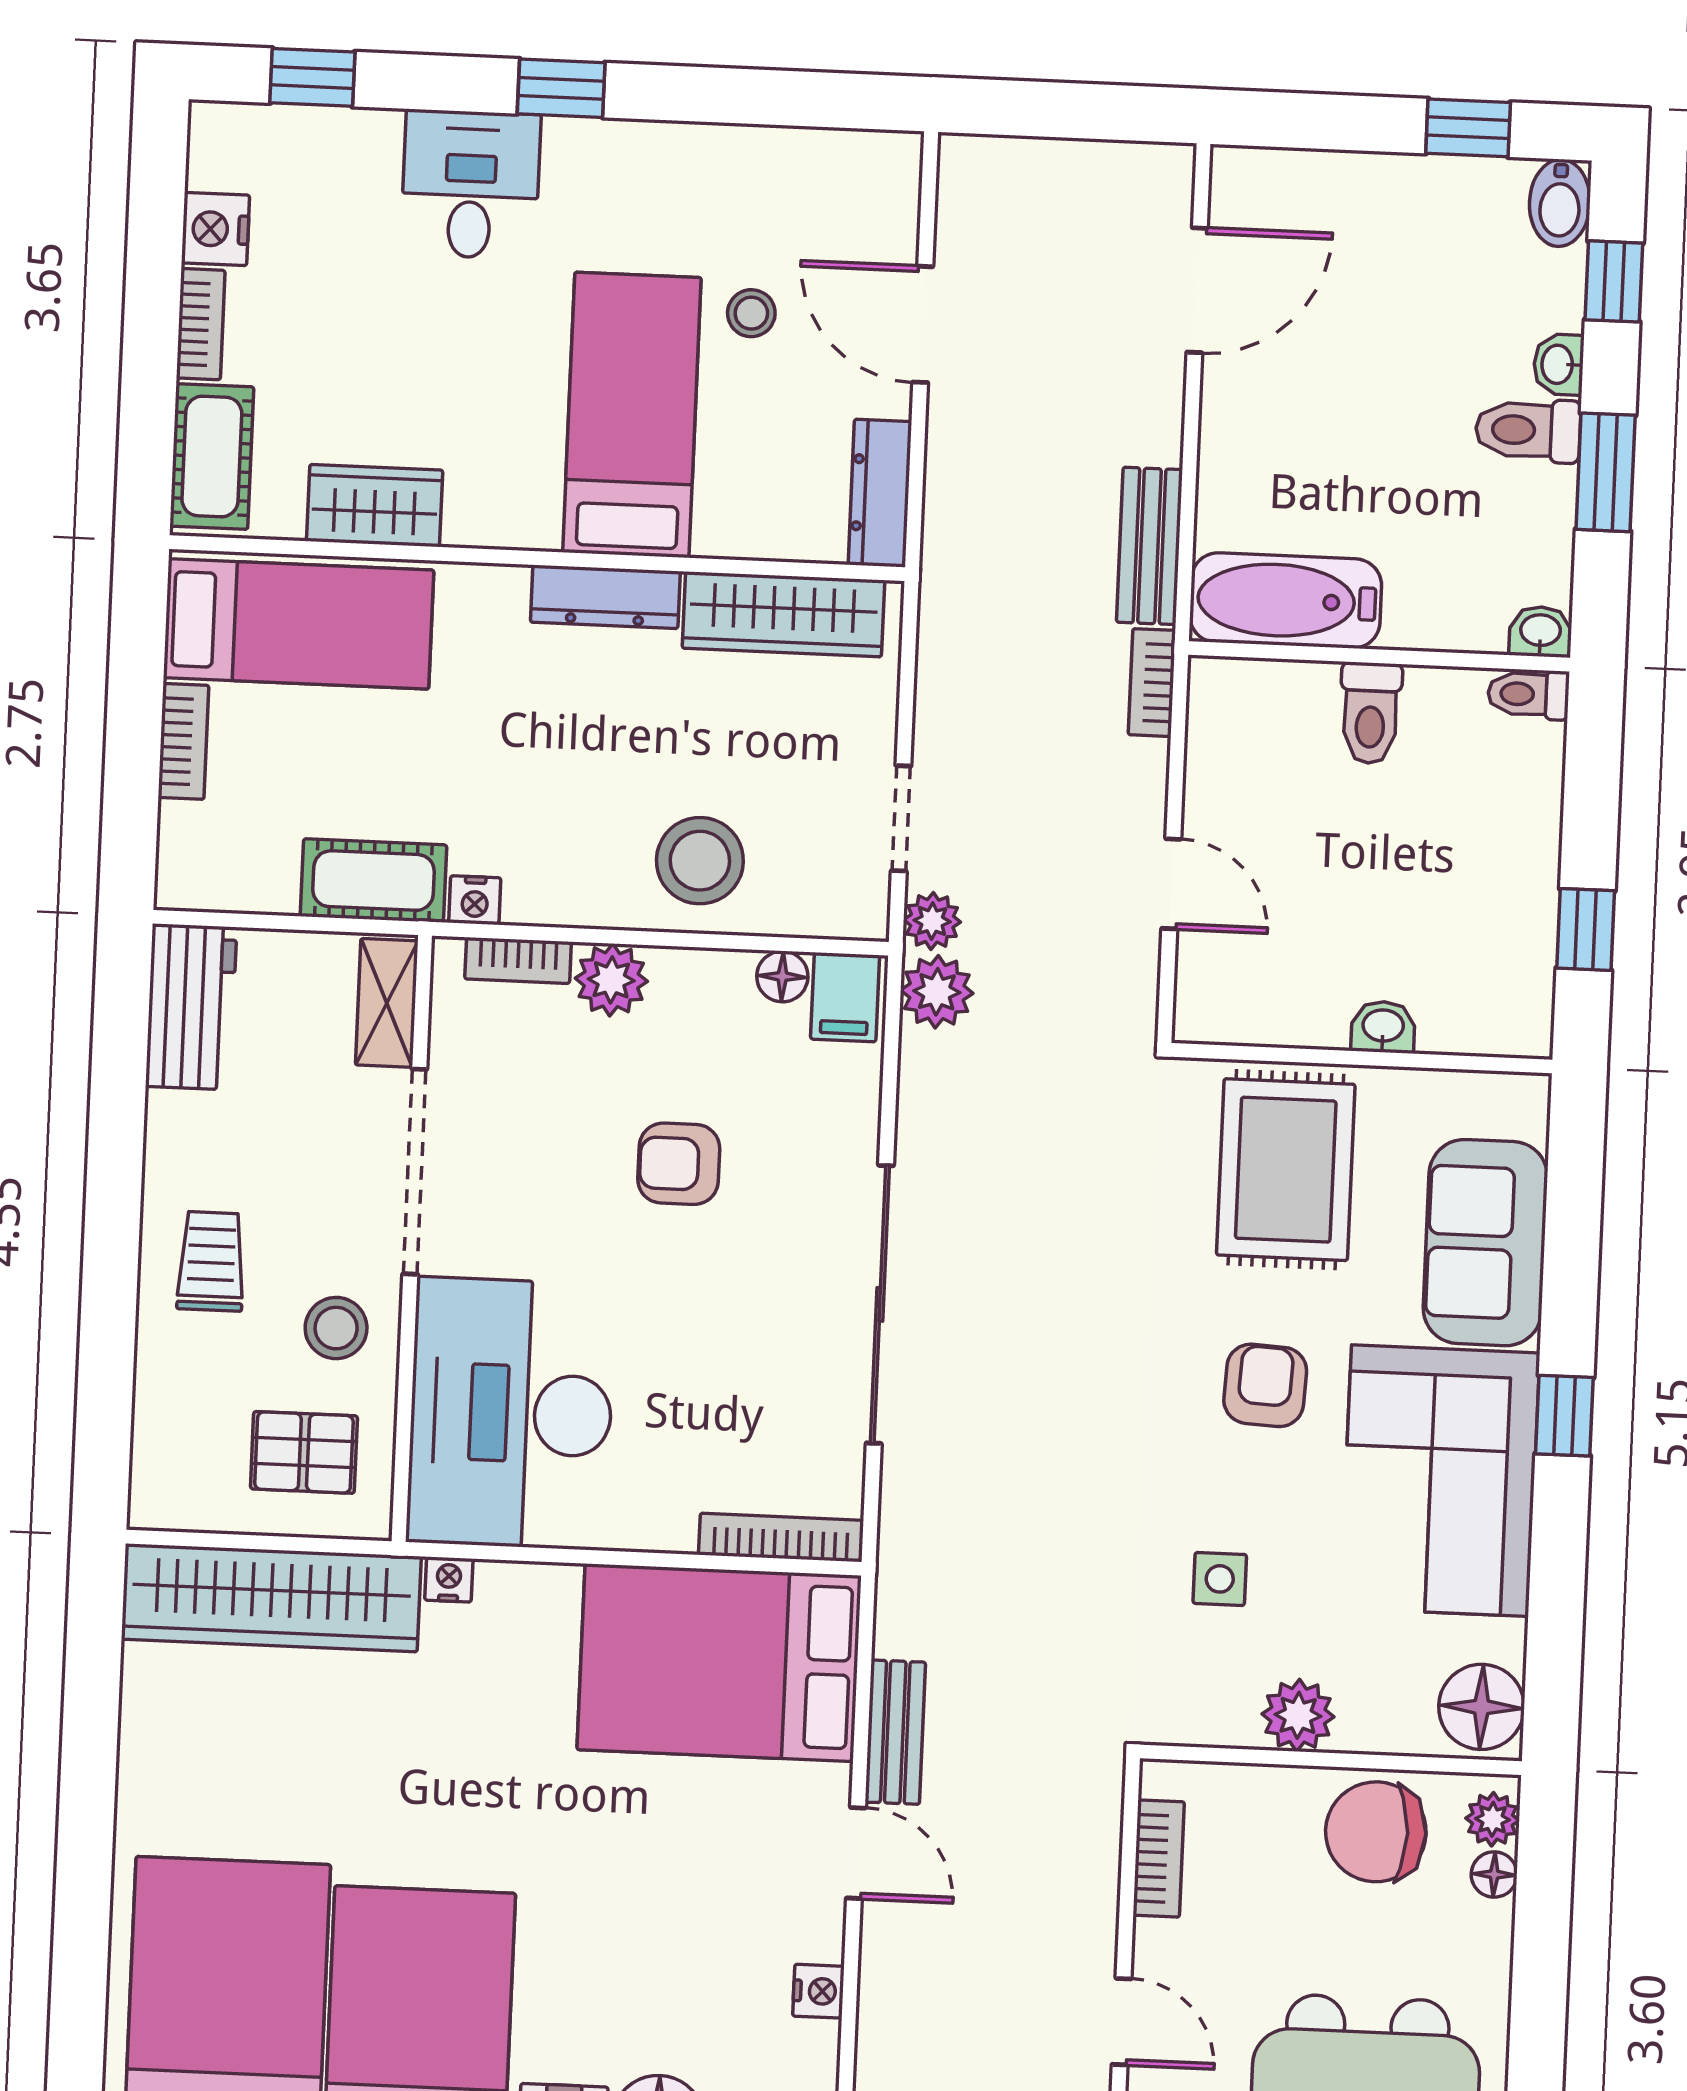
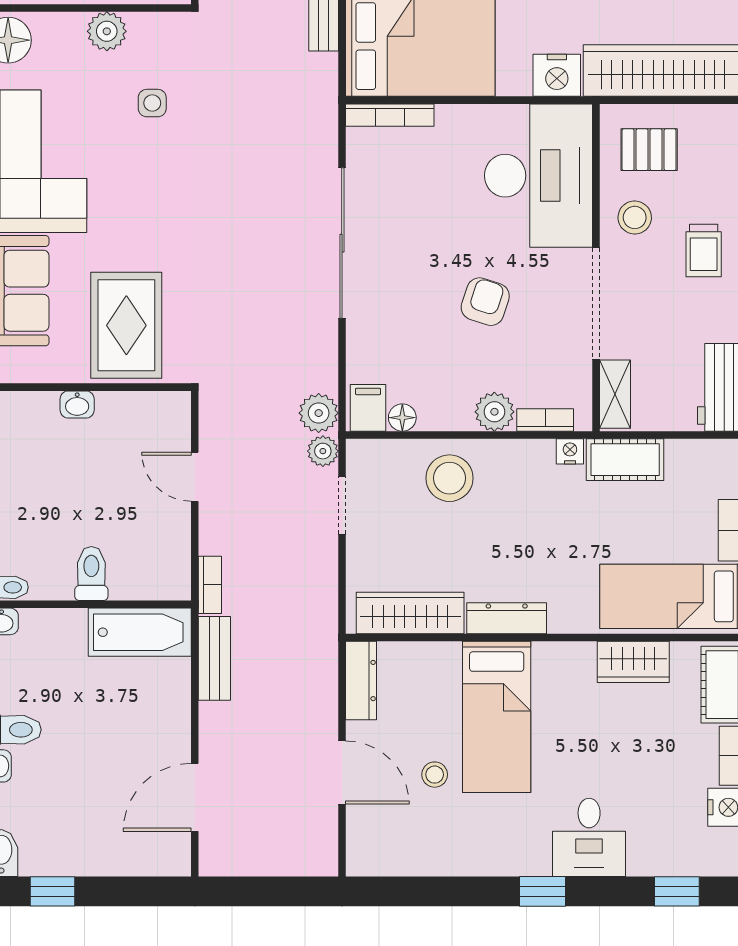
armchair: (679, 1164) -> (485, 302), moved, turned -72
armchair: (1265, 1385) -> (132, 208), removed
nightstand: (449, 1579) -> (557, 75), width x1.89, depth x1.79

